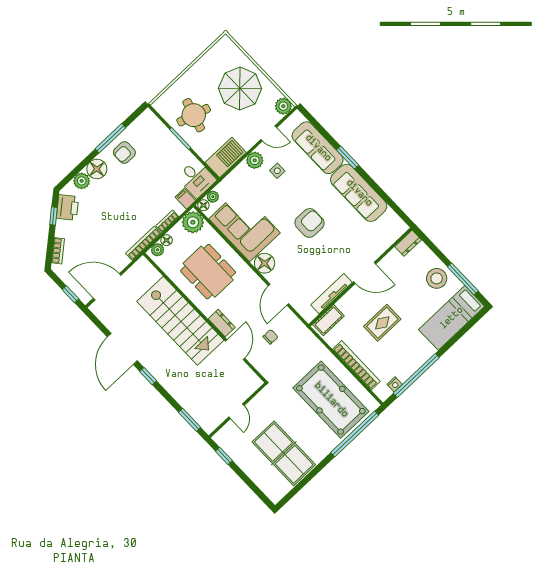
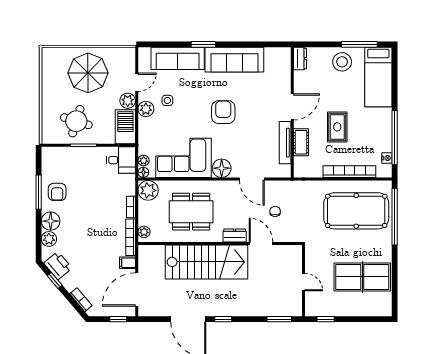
plant: (283, 106) -> (128, 101), moved
filing cabinet: (185, 199) -> (127, 263), moved
floor lamp: (166, 240) -> (143, 220), removed
cot: (328, 320) -> (301, 142), moved

